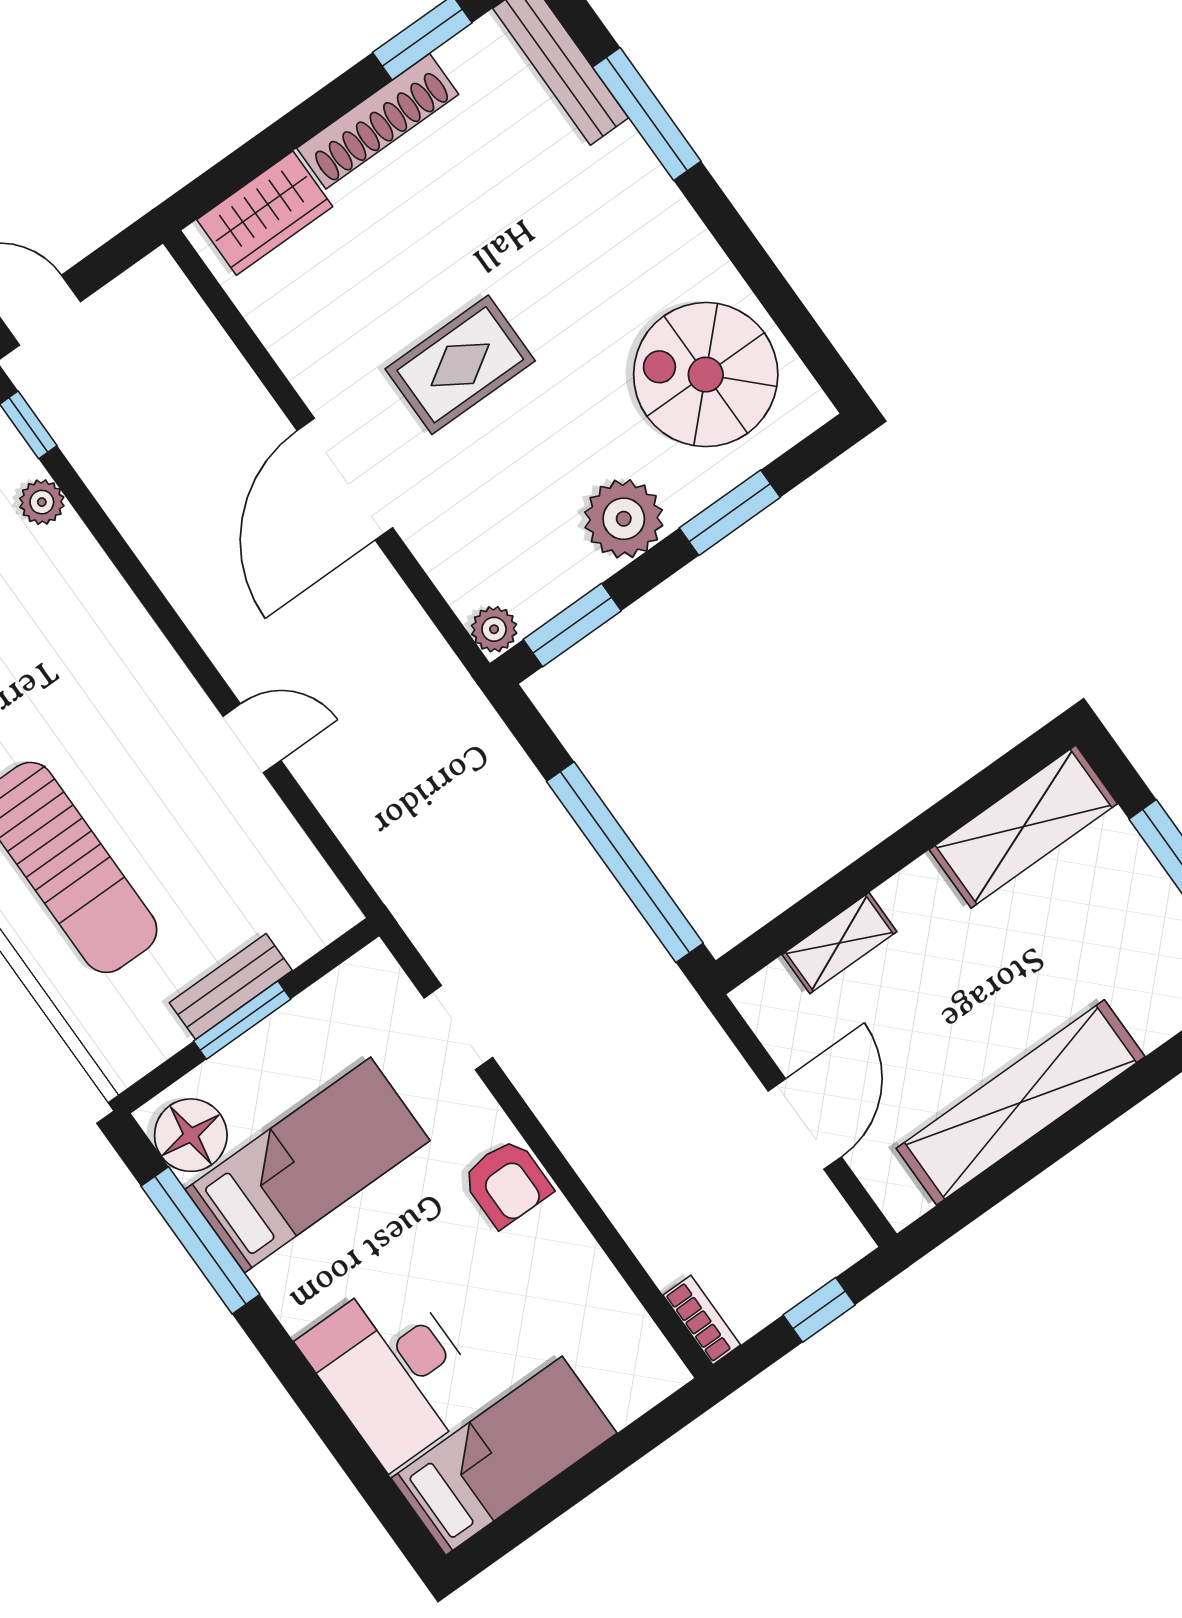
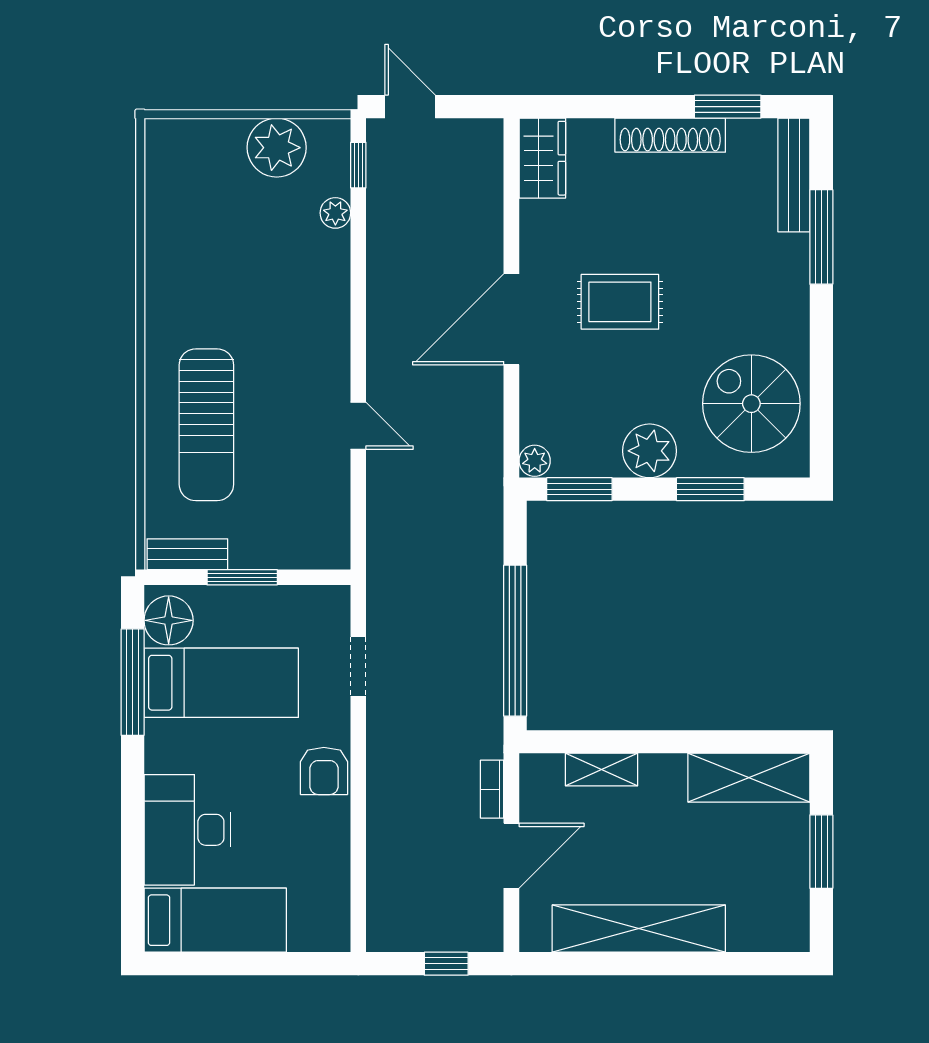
wardrobe: (265, 213) -> (542, 158), moved, turned -90
bench: (231, 986) -> (187, 554), moved
bookcase: (702, 1320) -> (492, 789), moved, turned 180

